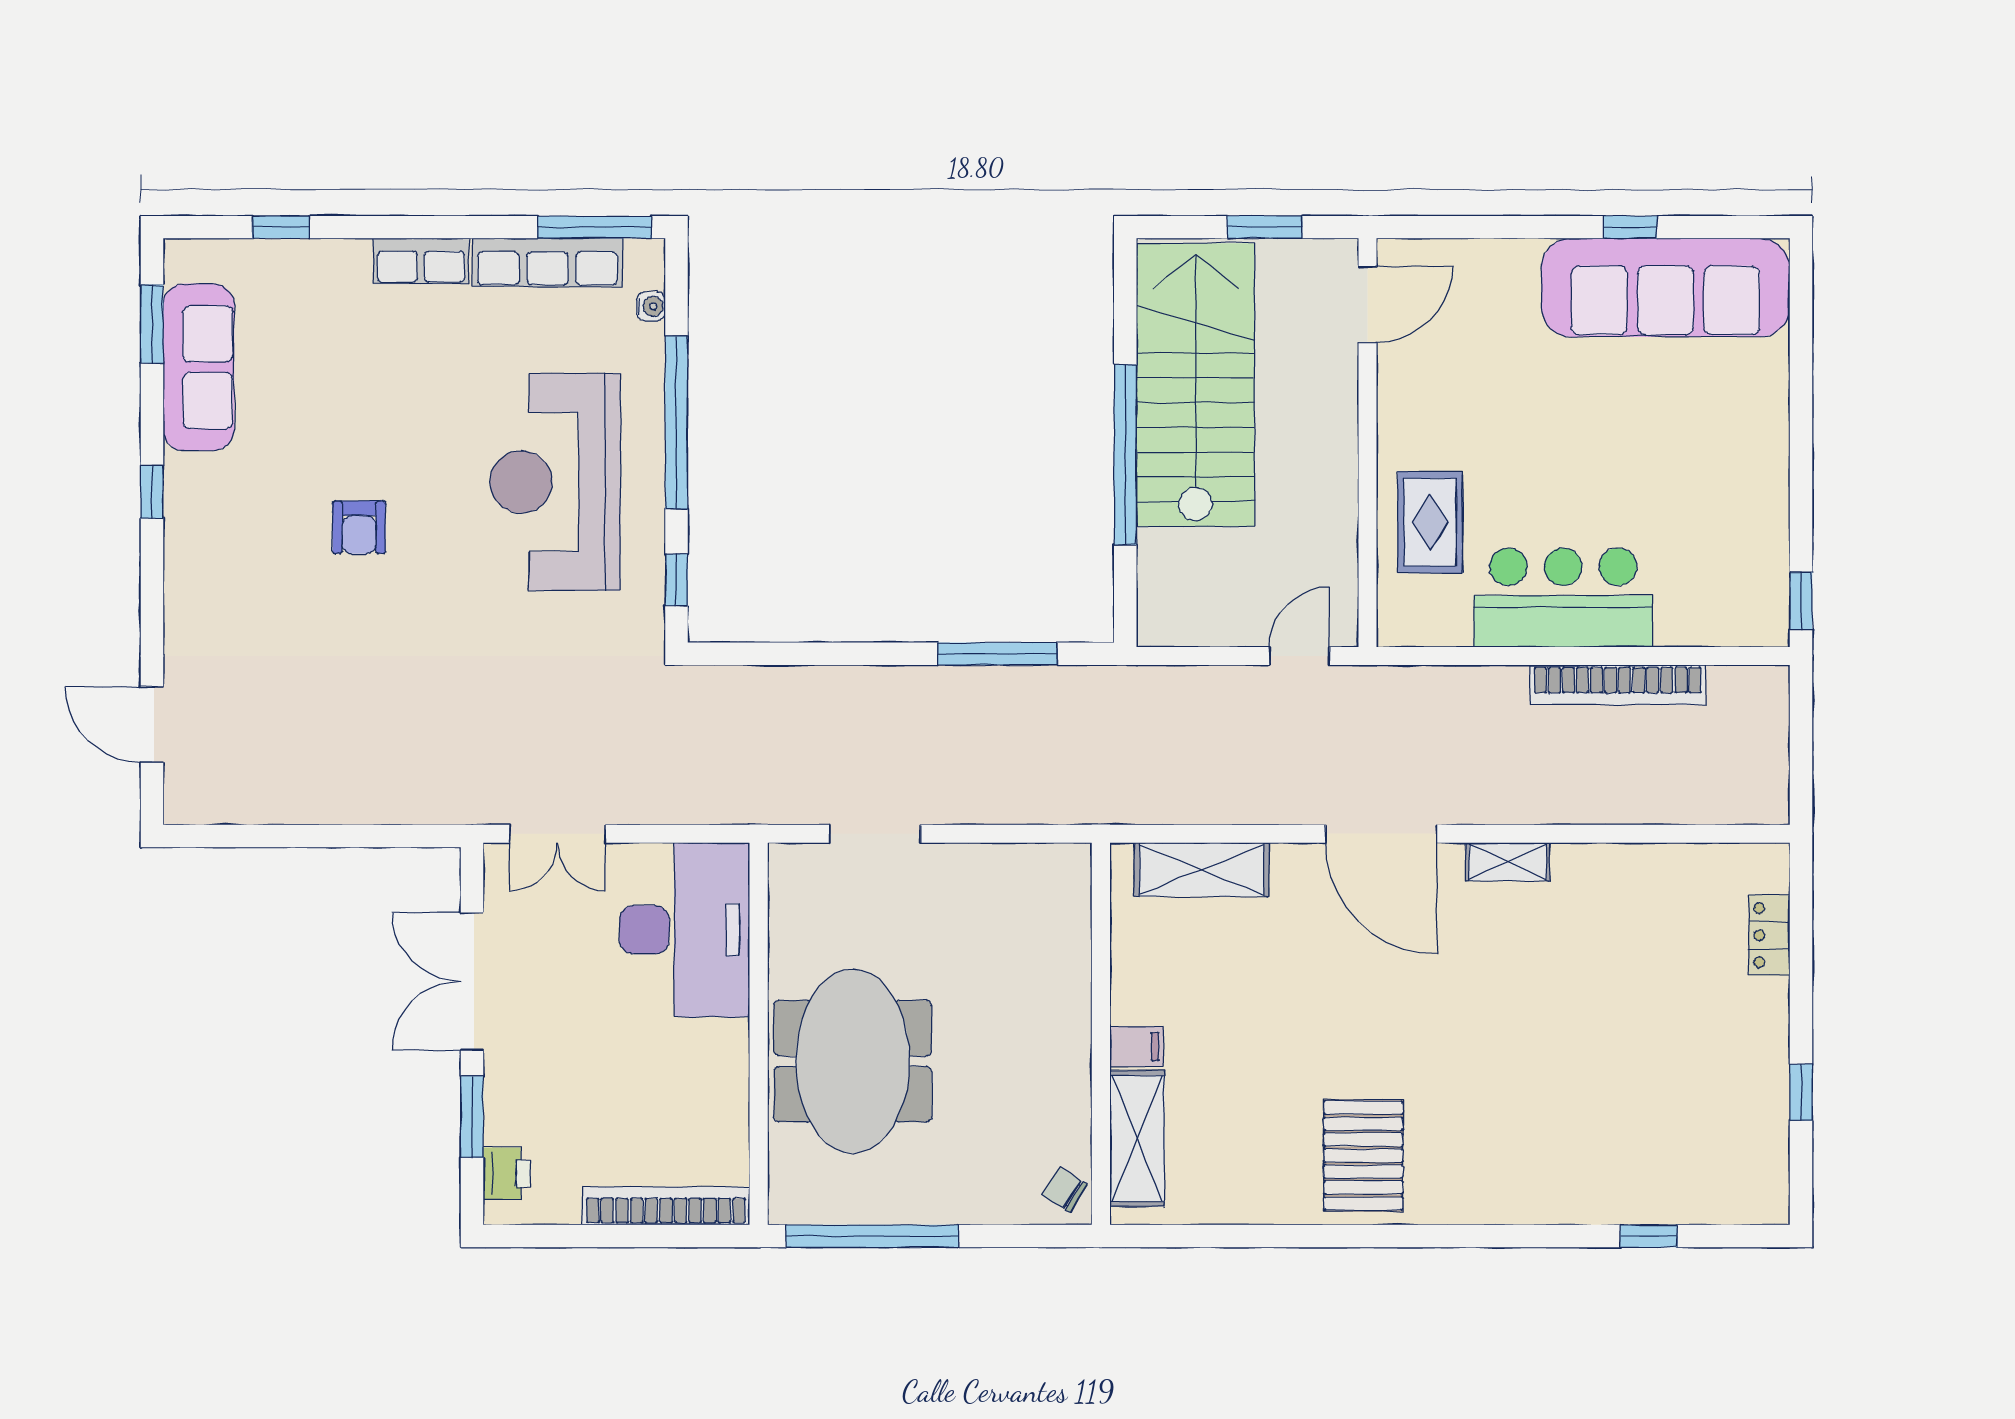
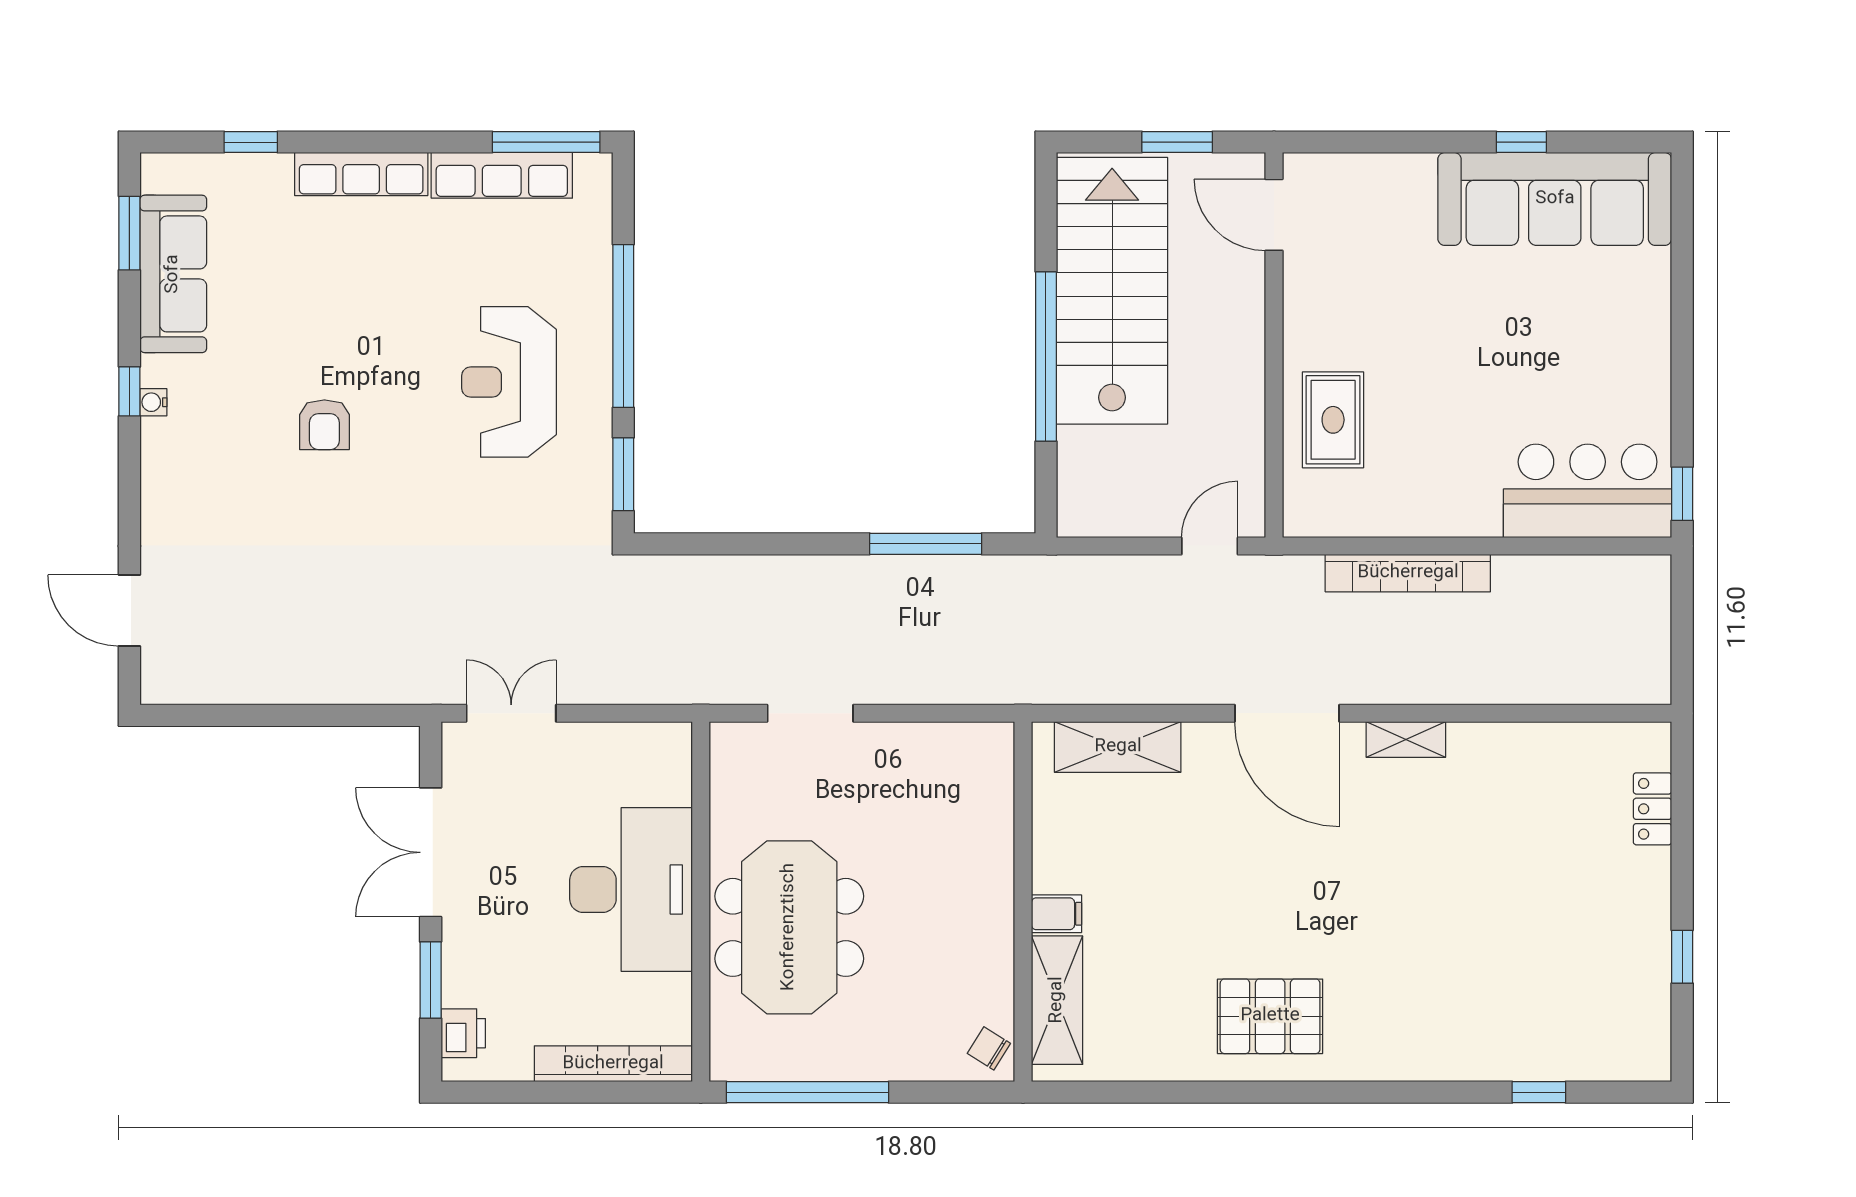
row of seats: (421, 261) -> (361, 174), width x1.48
door: (1368, 305) -> (1274, 215), swing flipped
water cooler: (651, 306) -> (153, 402), moved, turned 180
reception desk: (555, 482) -> (509, 382), width x0.74, depth x0.77
window: (676, 580) -> (623, 474), width x1.50
bar counter: (1563, 598) -> (1588, 491), moved
bookcase: (1618, 685) -> (1408, 573), moved
double door: (557, 834) -> (511, 713), swing flipped
desk: (685, 930) -> (631, 890), moved
pallet: (1363, 1156) -> (1270, 1016), turned 90

